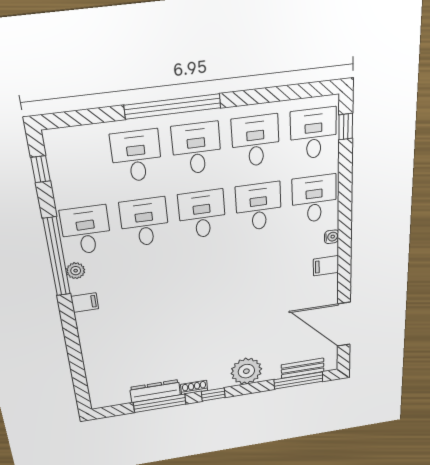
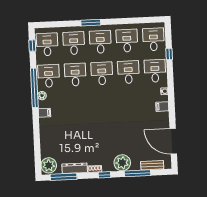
window: (173, 107) -> (91, 23), width x0.47
window: (346, 127) -> (169, 54), moved
desk: (75, 164) -> (47, 44), added
window: (298, 381) -> (138, 173), moved
plant: (104, 393) -> (49, 165), added
window: (160, 403) -> (64, 177), moved

